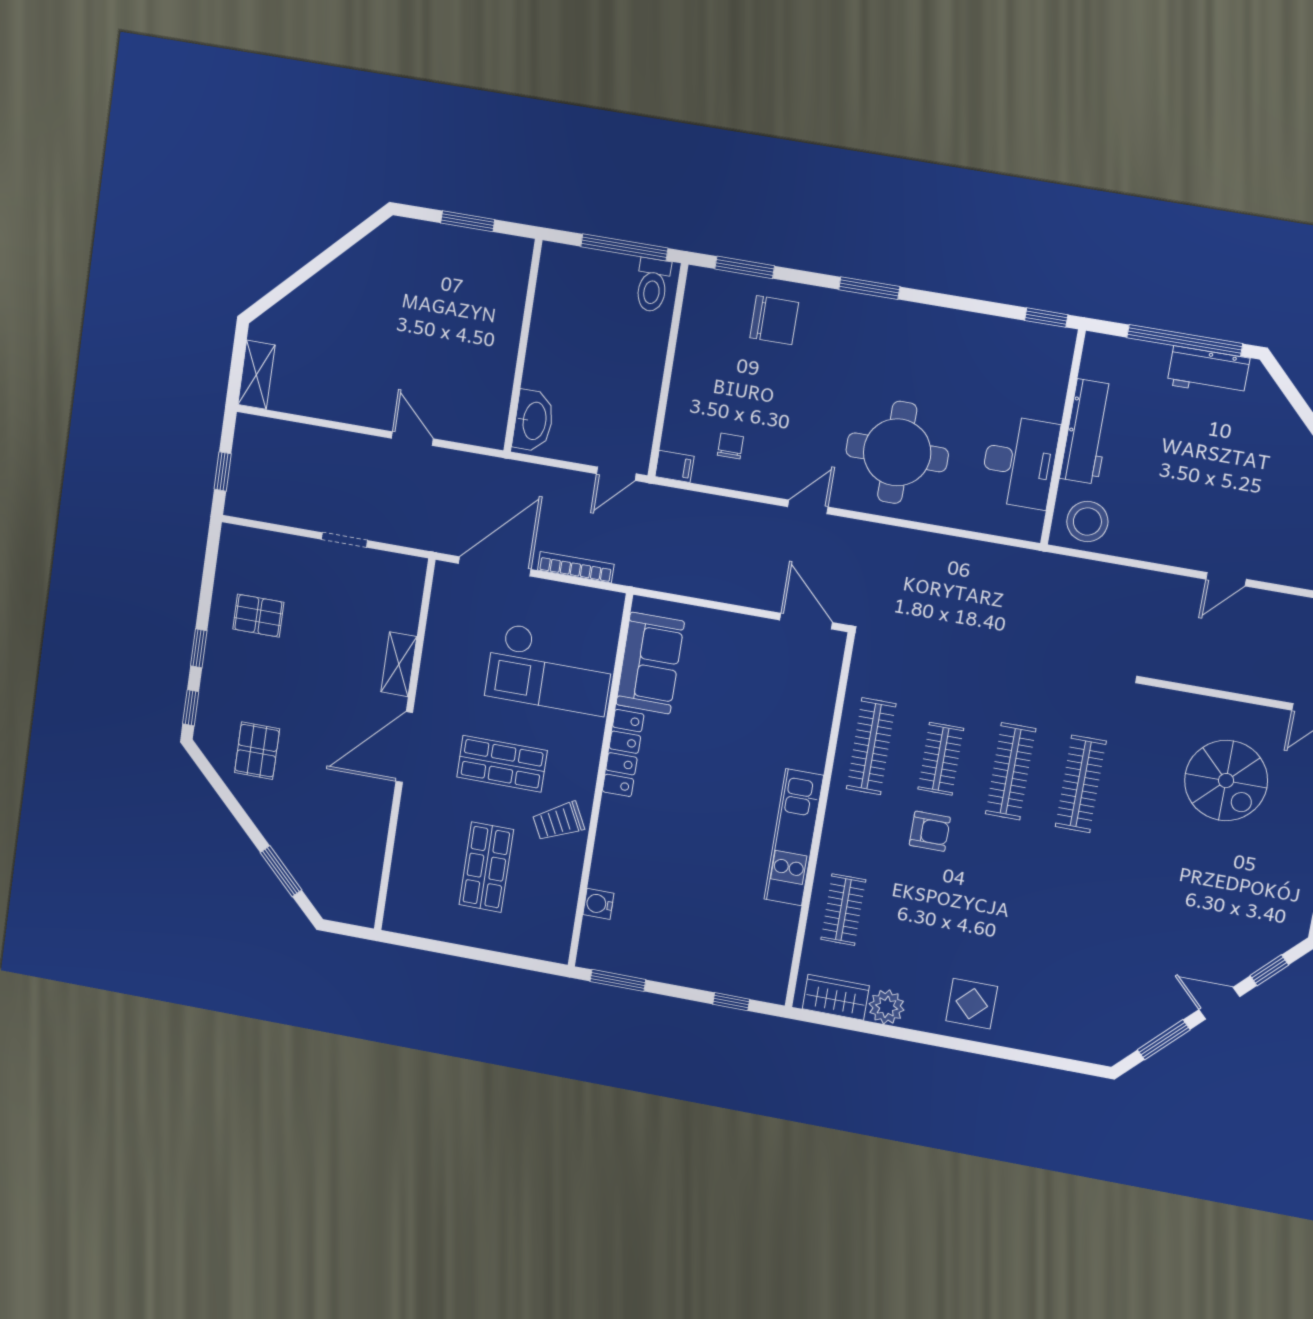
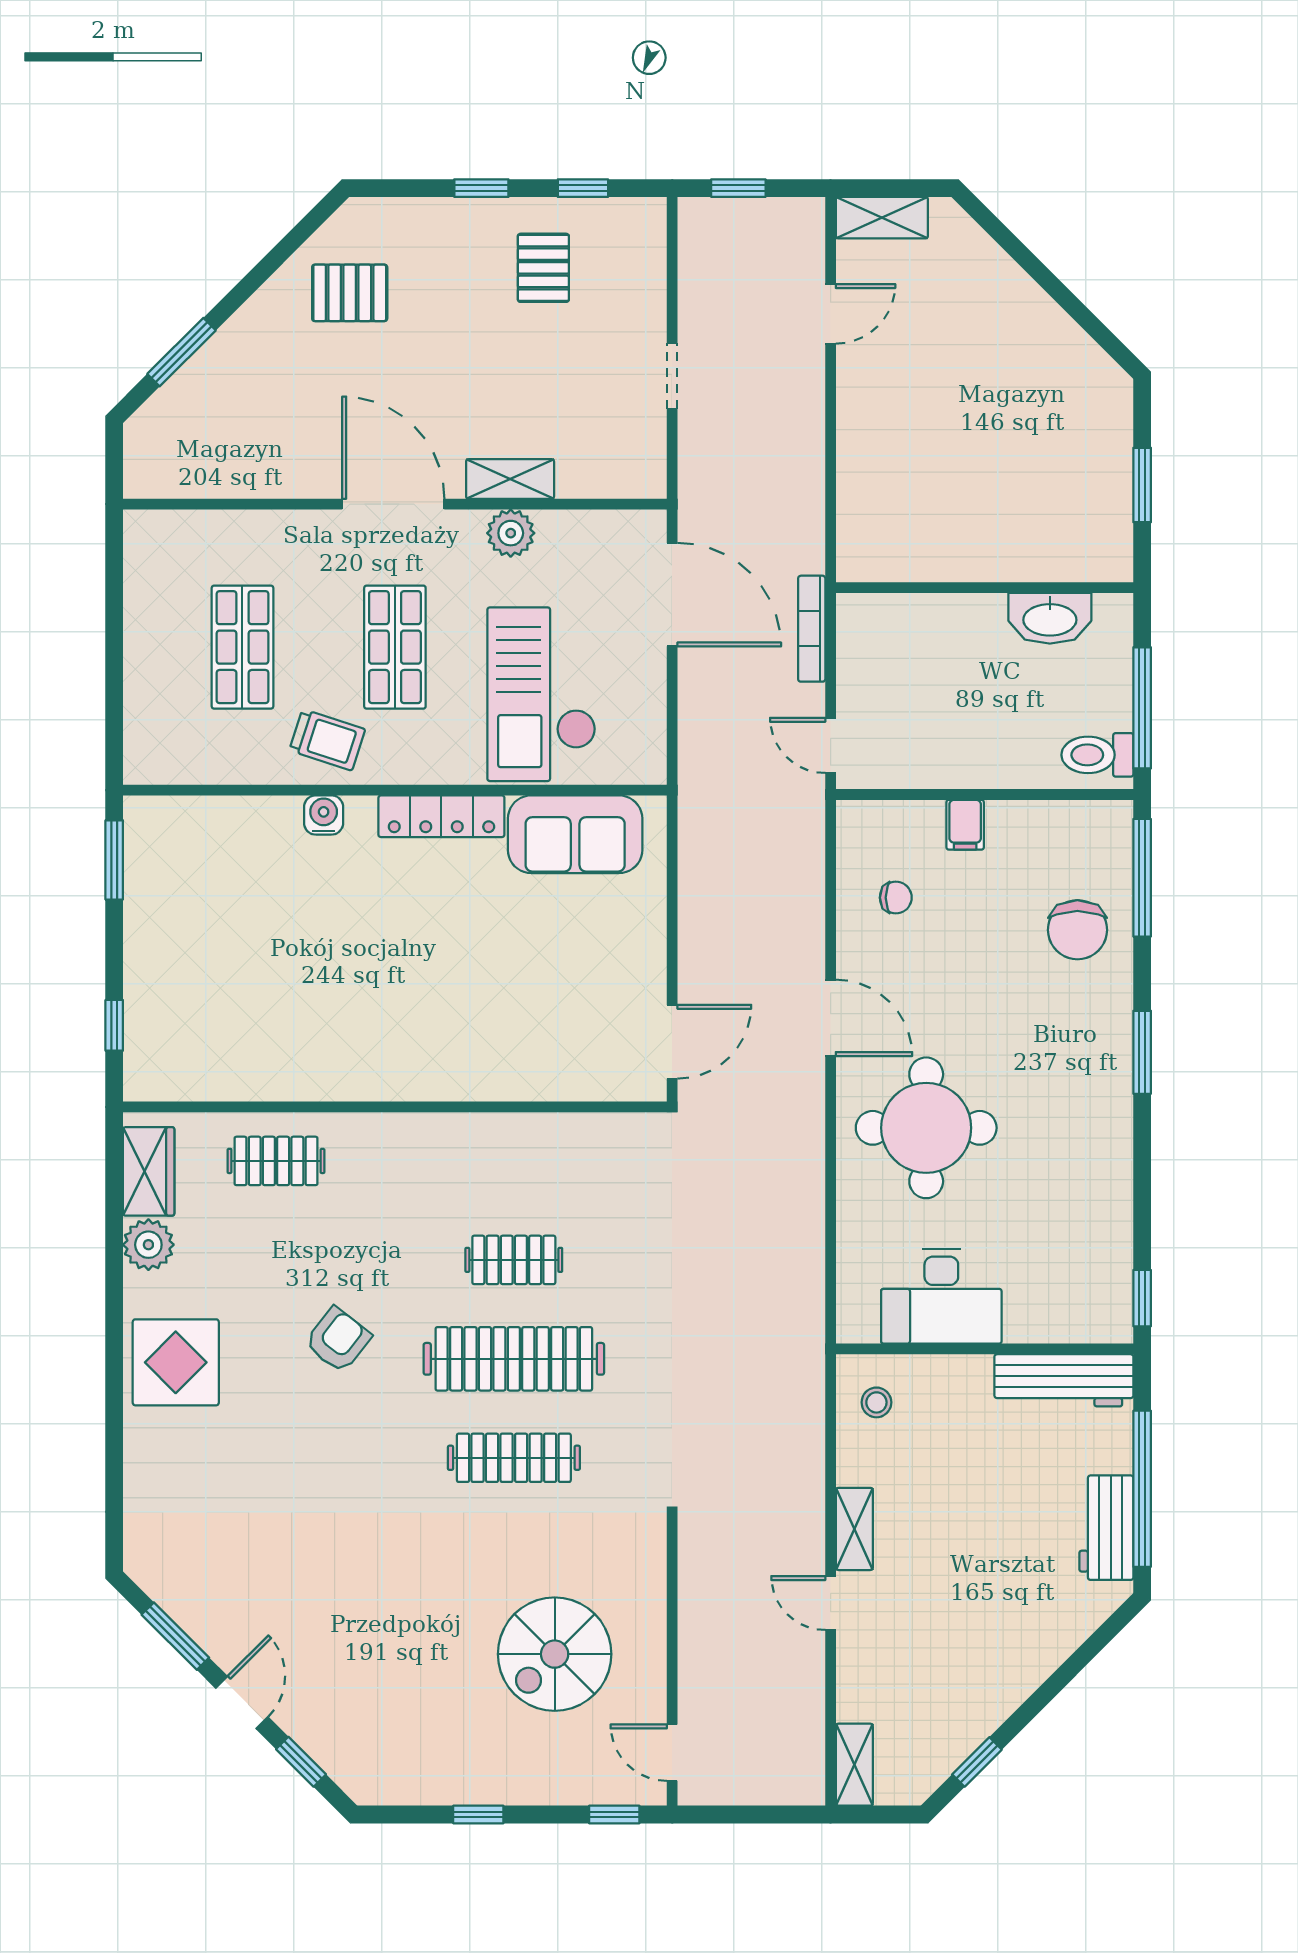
window: (745, 267) -> (1142, 878), width x1.44
washbasin: (533, 421) -> (1050, 618), moved
workbench: (1087, 432) -> (1064, 1380), moved
door: (412, 439) -> (831, 314), moved
filing cabinet: (675, 466) -> (965, 825), moved
door: (808, 507) -> (831, 1018), width x1.38
stool: (1087, 522) -> (876, 1402), width x0.53, depth x0.53
shelving: (1176, 553) -> (854, 1529), added
bookcase: (576, 567) -> (812, 629), moved, turned 180
plant: (436, 670) -> (511, 533), added
window: (191, 708) -> (583, 188), moved
clothes rail: (871, 746) -> (514, 1161), removed
clothes rail: (1011, 771) -> (514, 1359), width x1.37, depth x1.31
trolley: (558, 821) -> (327, 740), turned 135
armchair: (930, 831) -> (338, 1340), moved, turned -142
kitchen unit: (794, 837) -> (366, 1075), removed
shop shelf: (486, 867) -> (242, 647), turned 90
water cooler: (598, 904) -> (324, 815), moved
display table: (972, 1004) -> (176, 1362), width x1.36, depth x1.36

